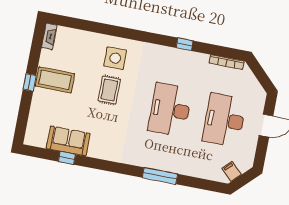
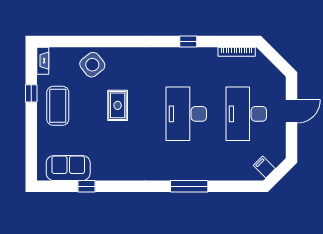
side table: (115, 58) -> (92, 65), moved, turned -38
coffee table: (55, 80) -> (58, 106), turned 90
window: (30, 82) -> (31, 93), moved
sofa: (68, 141) -> (68, 168), moved

